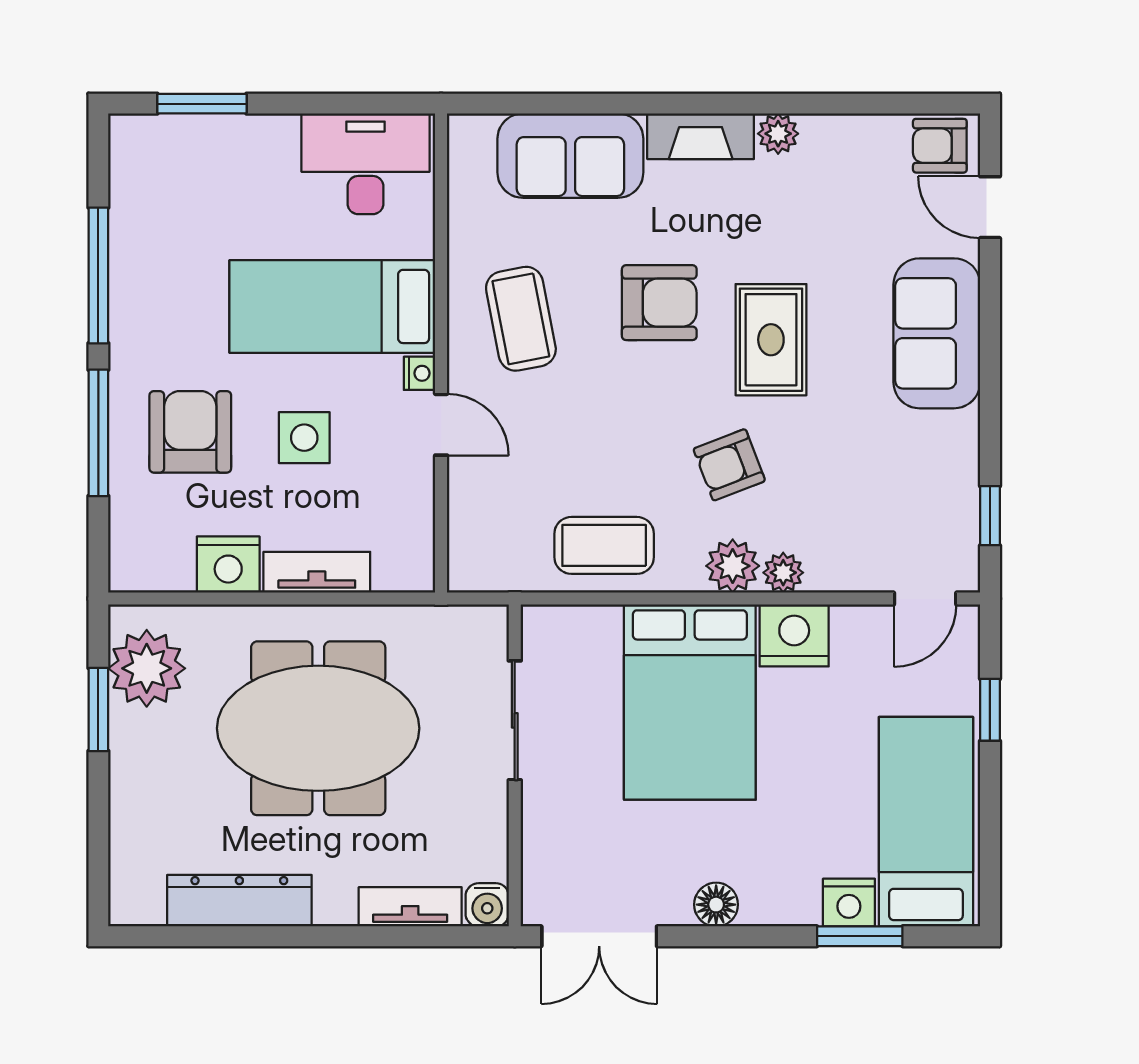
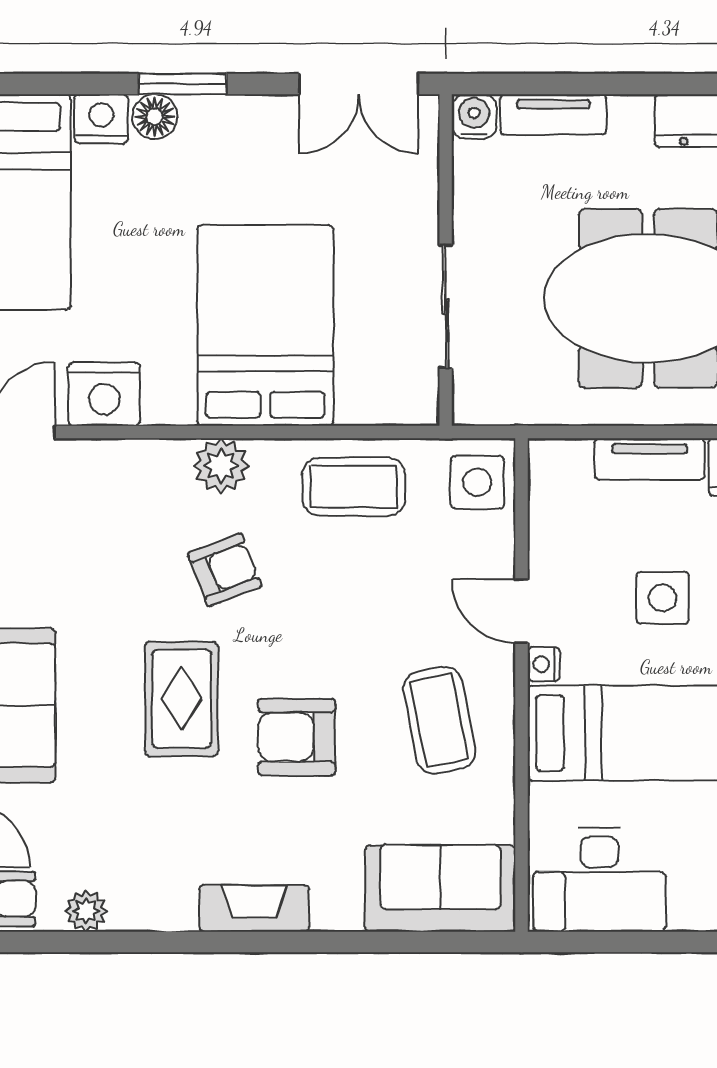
plant: (778, 134) -> (86, 911), moved
sofa: (570, 156) -> (440, 888), moved
side table: (484, 550) -> (477, 482), added
plant: (783, 573) -> (169, 459), removed
nightstand: (794, 635) -> (104, 394), moved
floor lamp: (716, 905) -> (155, 117), moved
double door: (599, 936) -> (359, 84), swing flipped
window: (860, 936) -> (183, 84), moved

